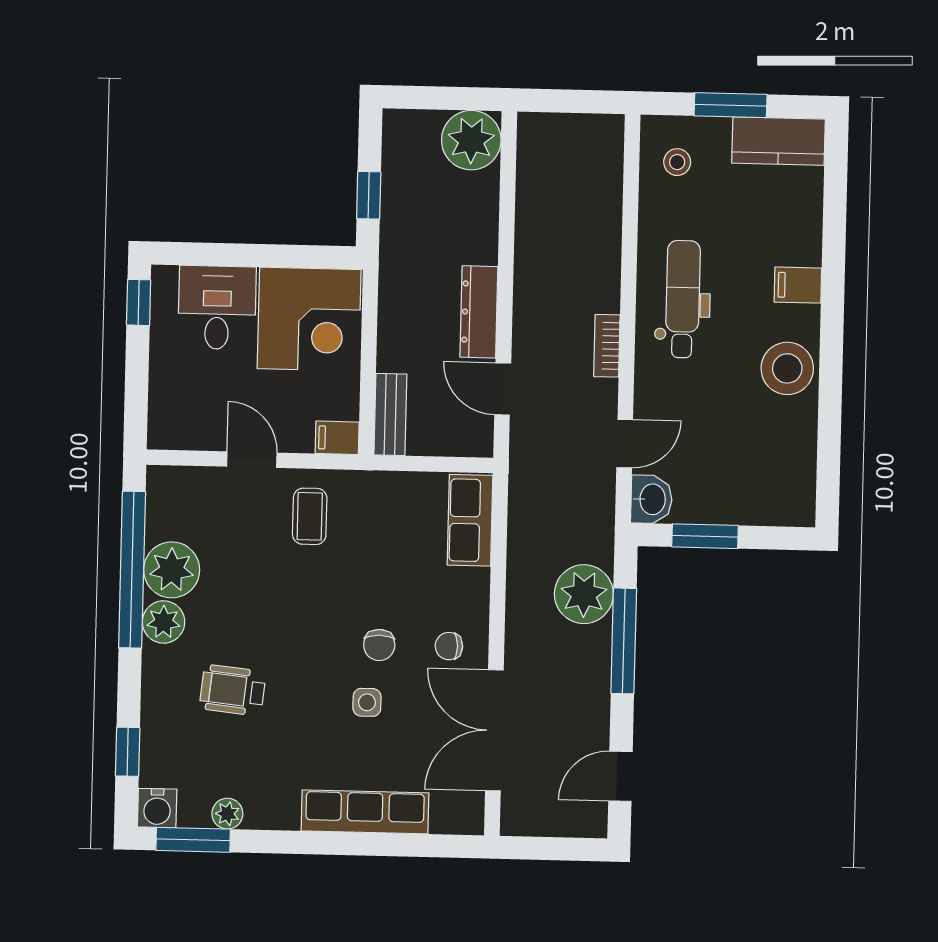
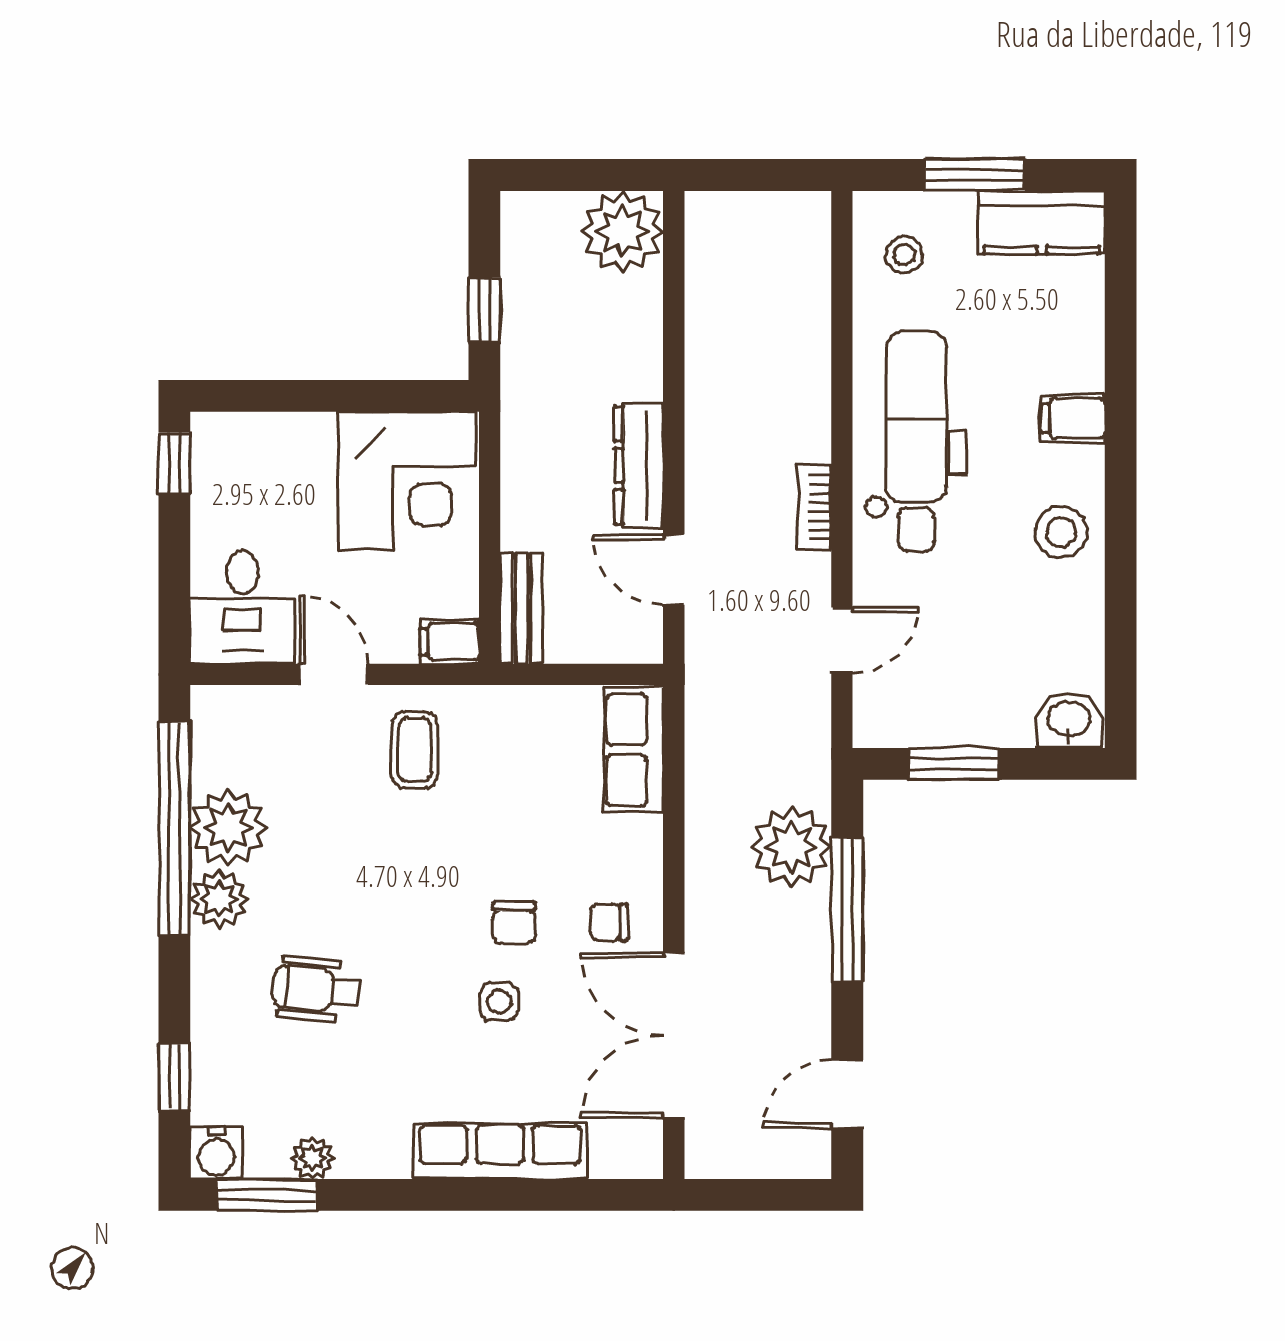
dental chair: (683, 299) -> (916, 441), width x1.36, depth x1.38
desk: (217, 308) -> (242, 607), moved, turned 180
stool: (787, 368) -> (1061, 532), width x0.73, depth x0.73
washbasin: (651, 499) -> (1069, 720), moved, turned -90

